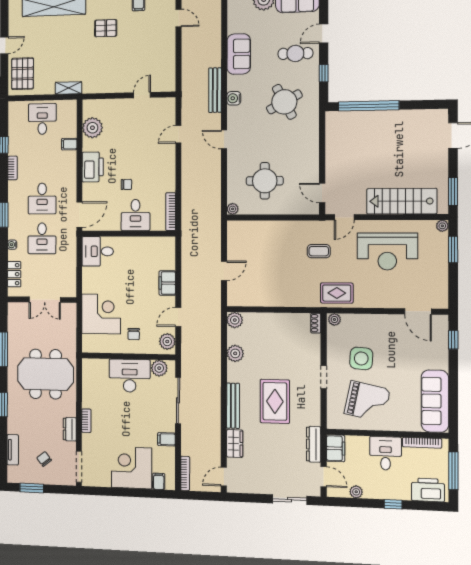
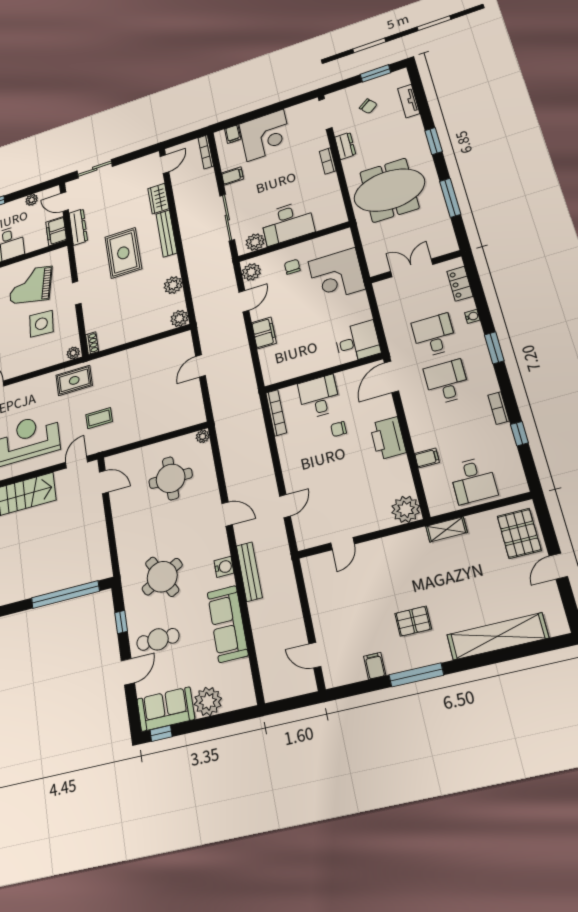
sofa: (239, 54) -> (228, 624), width x1.36
plant: (92, 128) -> (406, 509), moved

